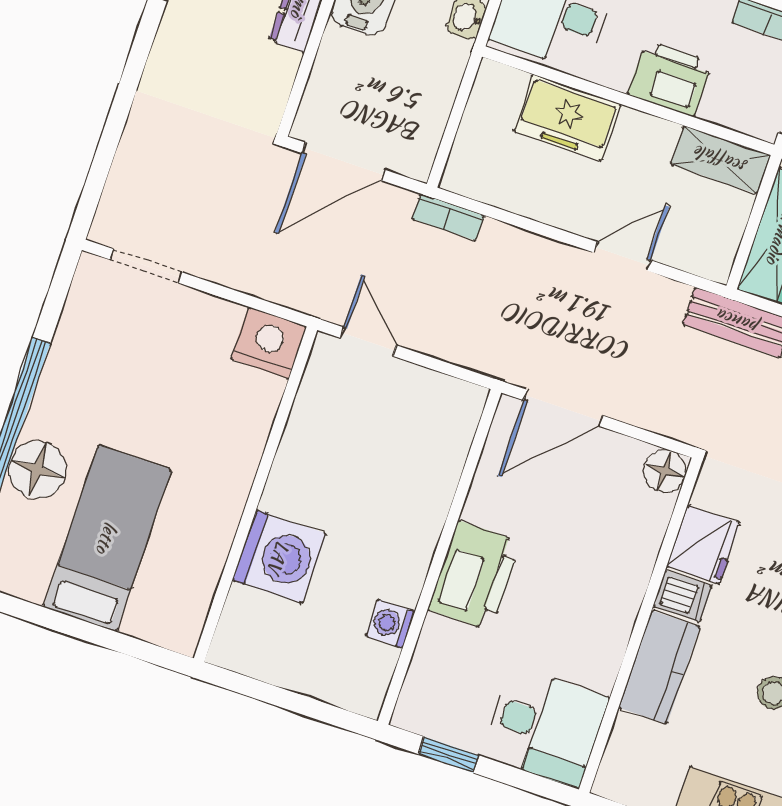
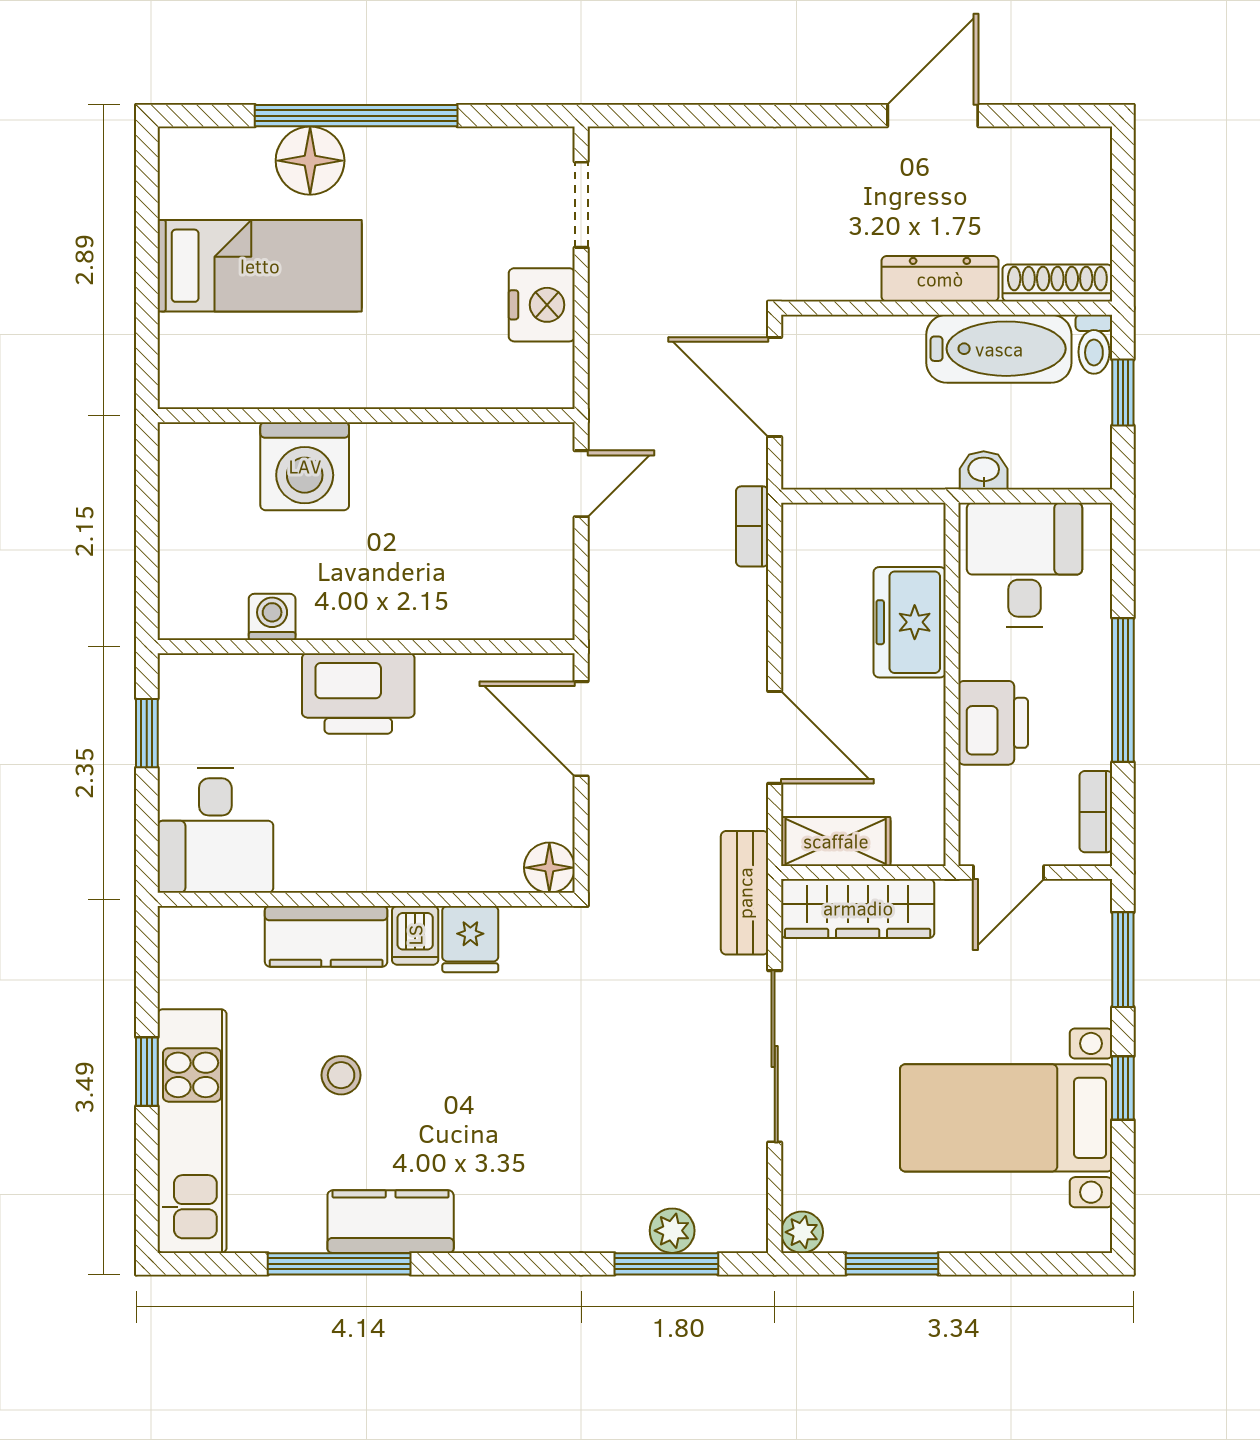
shelving: (721, 160) -> (836, 841), moved, turned 90
door: (622, 256) -> (775, 737), width x1.38
nightstand: (269, 343) -> (542, 305), moved
fridge: (703, 545) -> (470, 939), width x0.72

